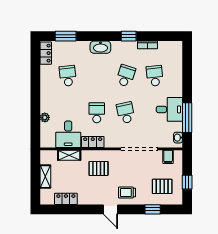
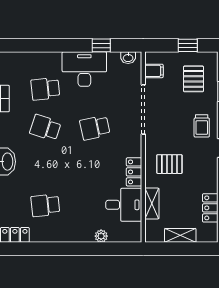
desk: (169, 109) -> (84, 69), width x1.37
school desk: (97, 113) -> (95, 167), removed
window: (187, 118) -> (101, 45), width x0.46
pallet: (99, 168) -> (169, 164), turned 90

